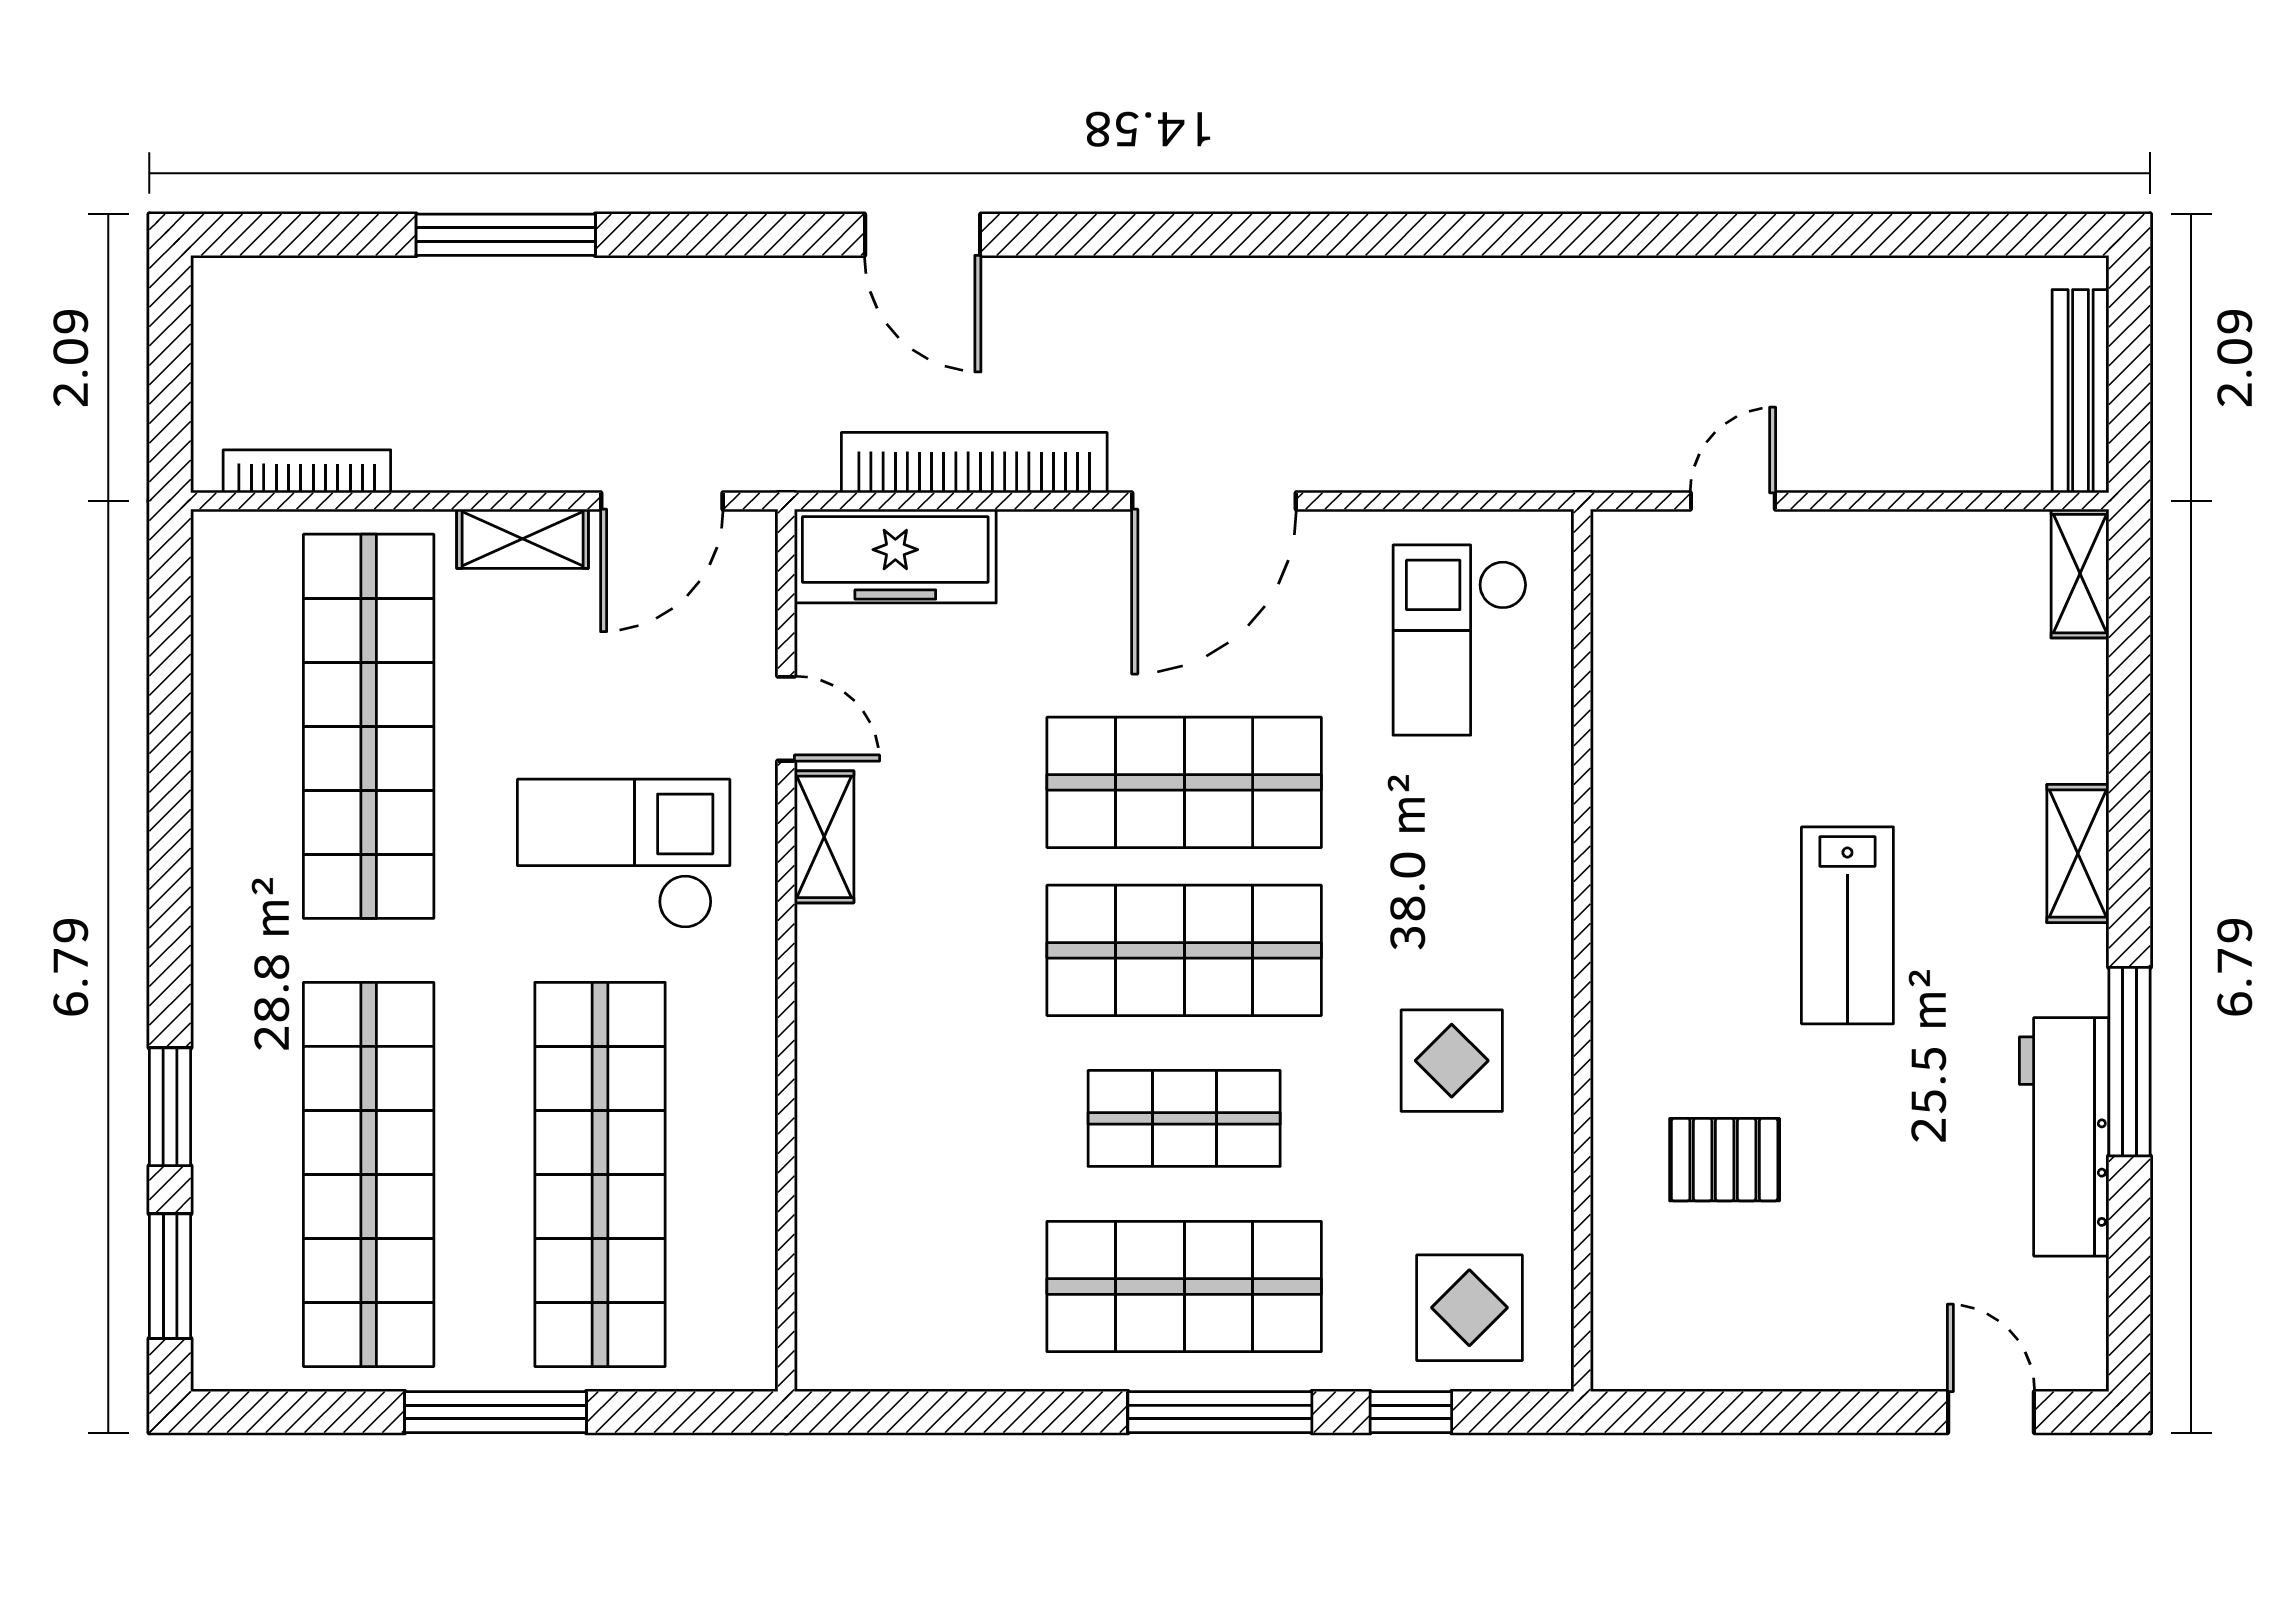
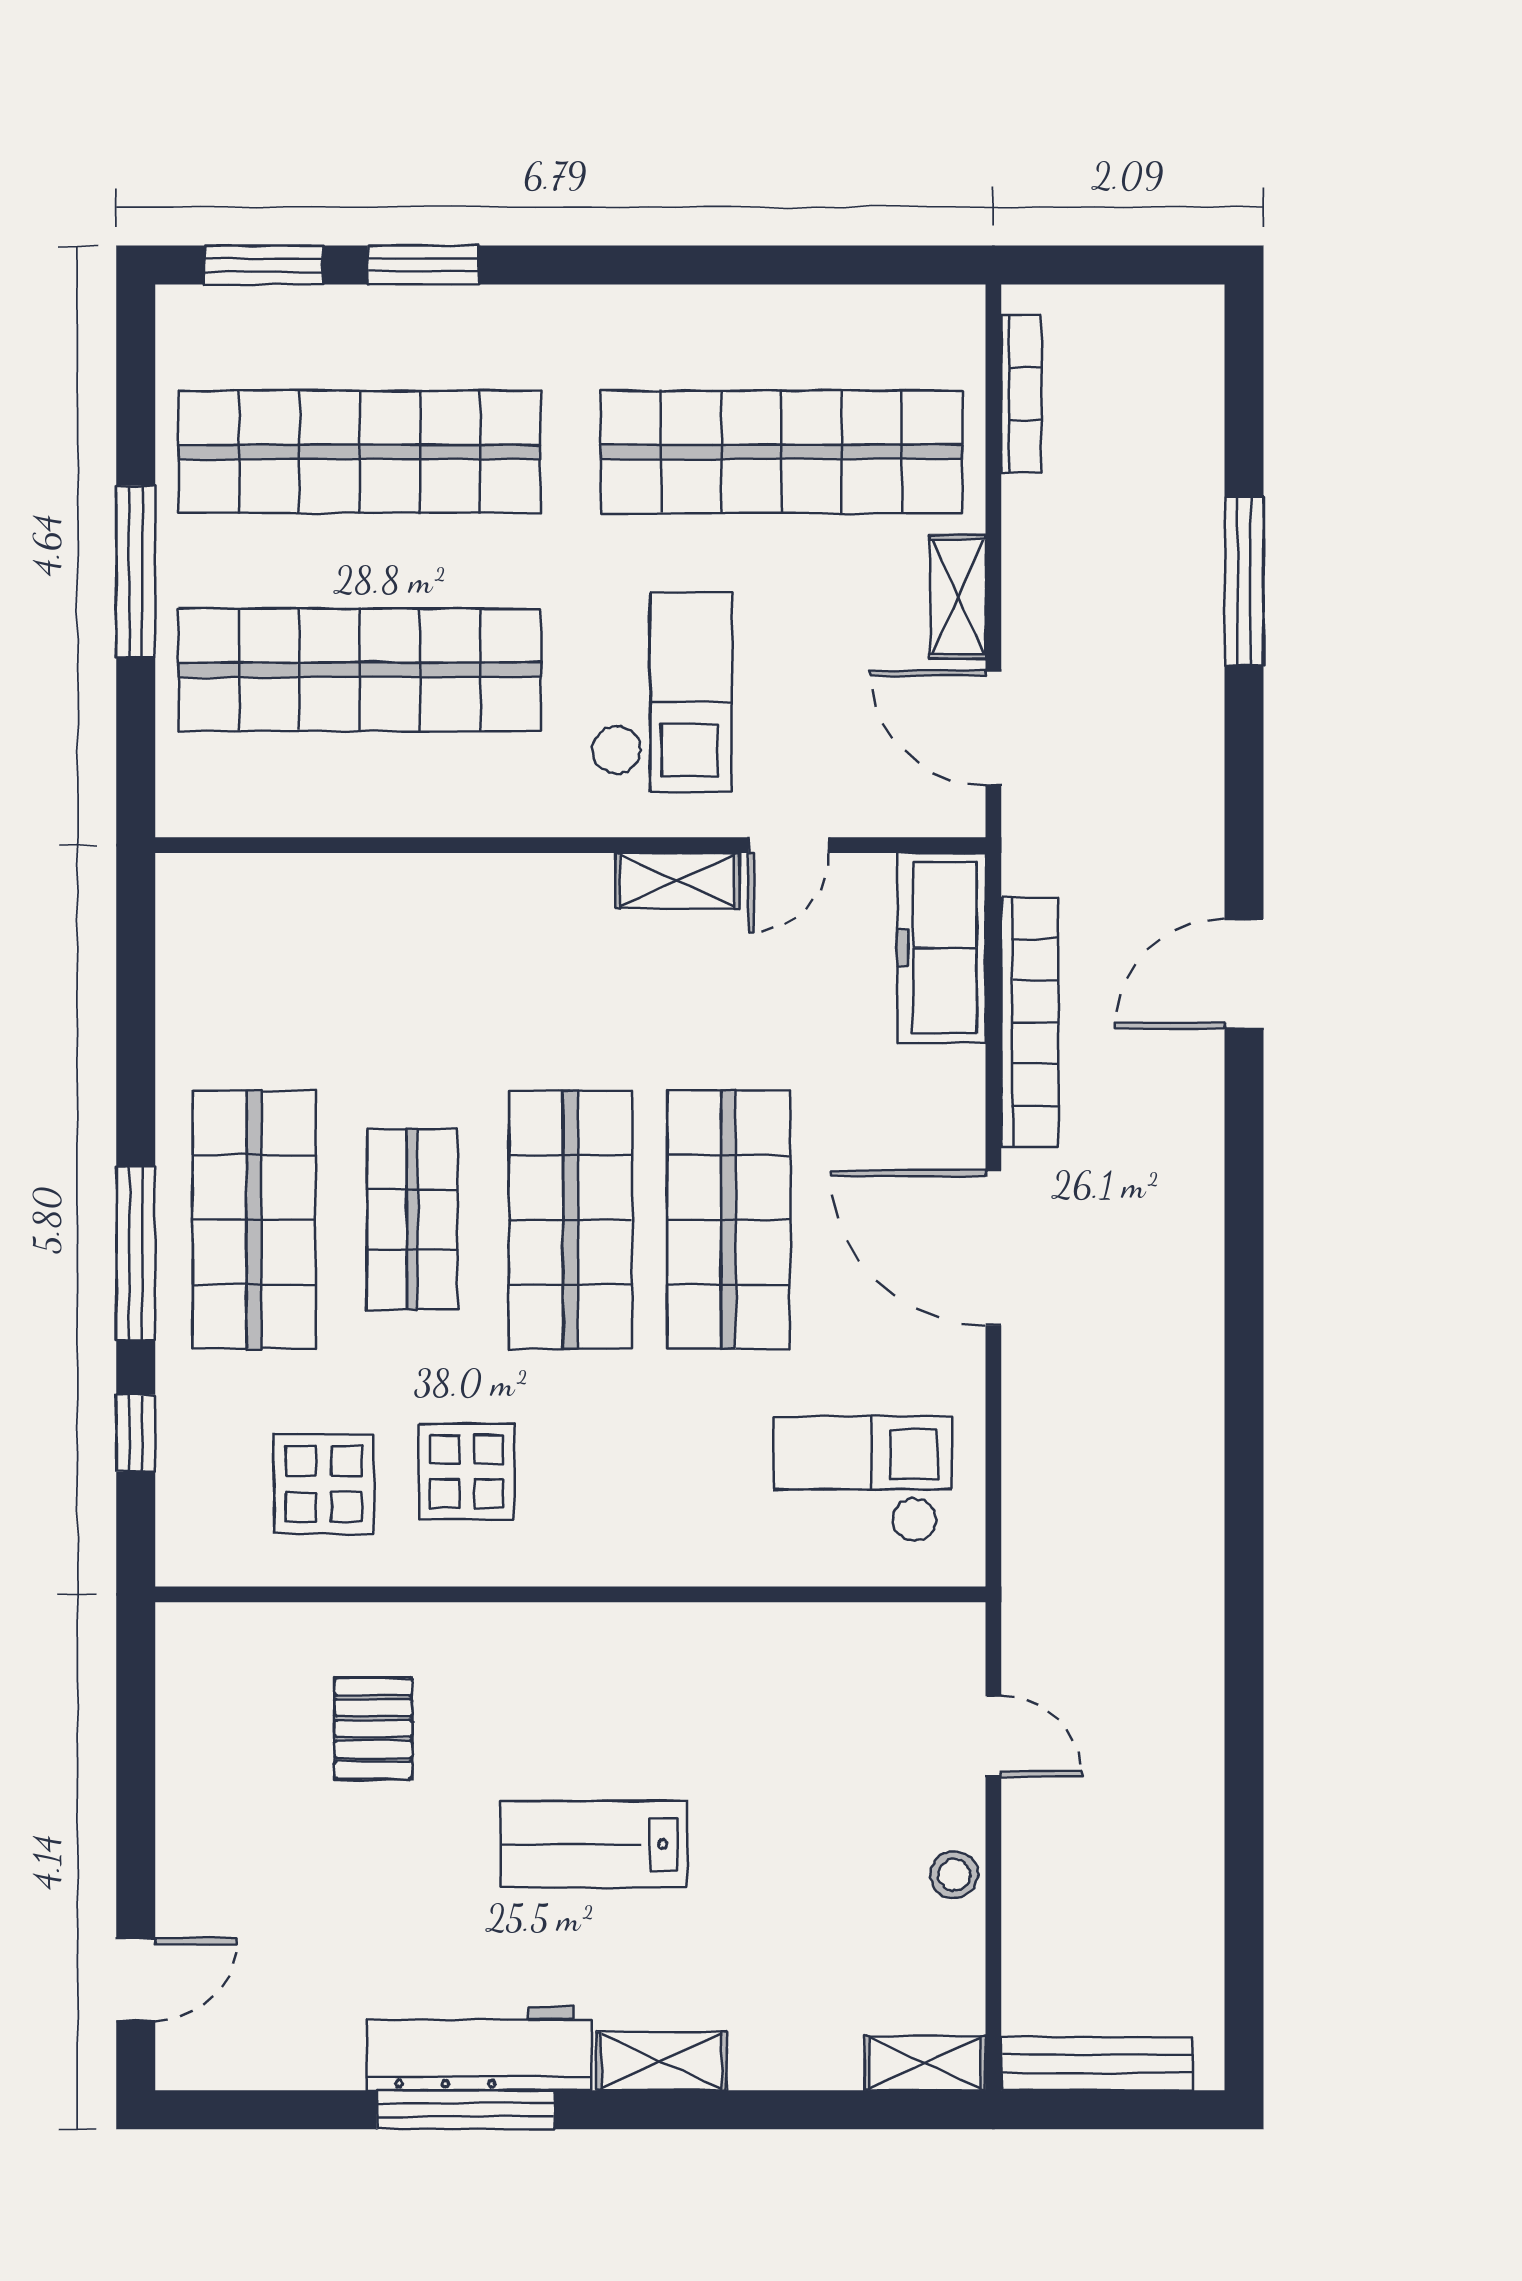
stool: (1880, 543) -> (954, 1875), added
workbench: (2064, 1137) -> (479, 2048), moved
display table: (1469, 1308) -> (324, 1484), moved

